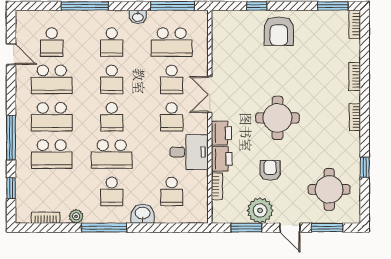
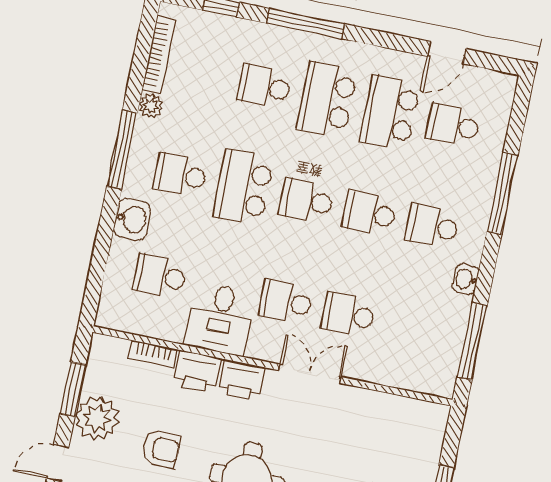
school desk: (172, 42) -> (411, 327), removed
school desk: (52, 154) -> (264, 87), width x0.54
bookcase: (46, 218) -> (159, 54), width x1.56

